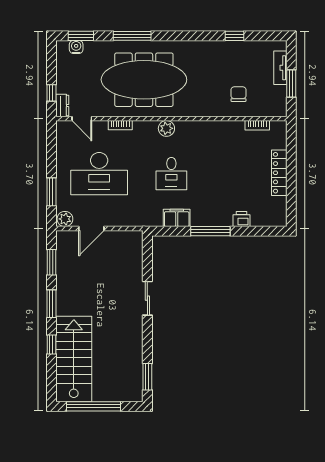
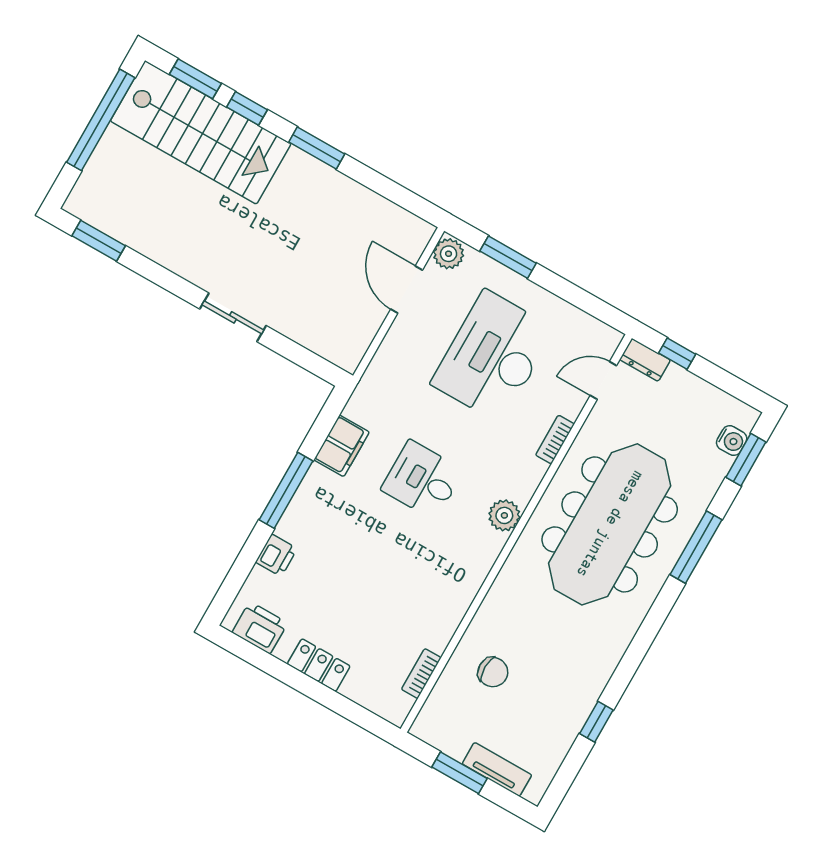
locker: (279, 173) -> (319, 665), width x0.66
printer: (278, 208) -> (260, 628), added
window: (51, 262) -> (195, 79), moved

